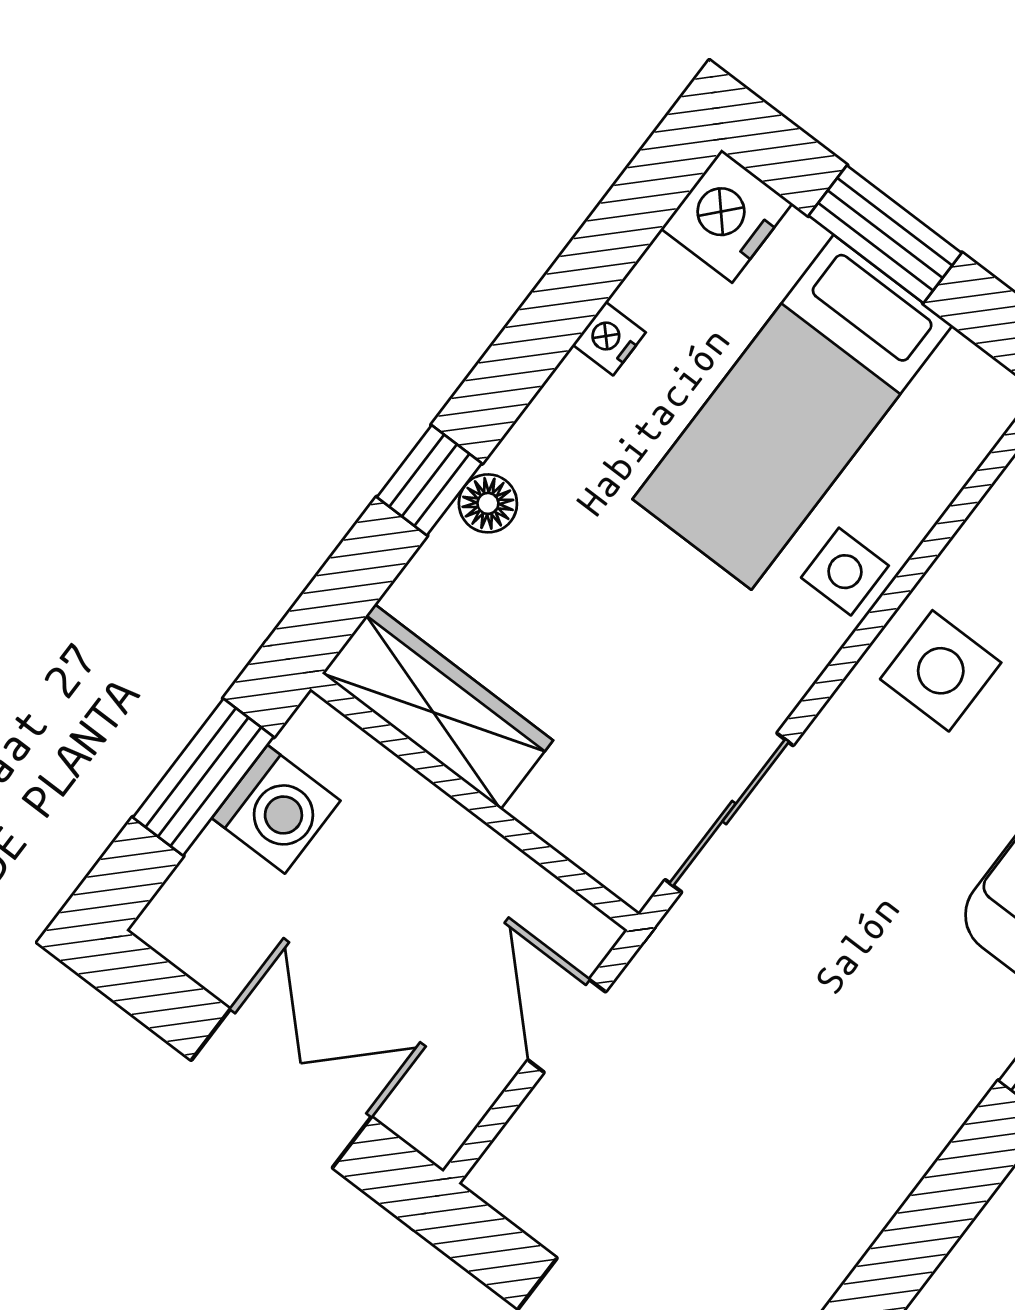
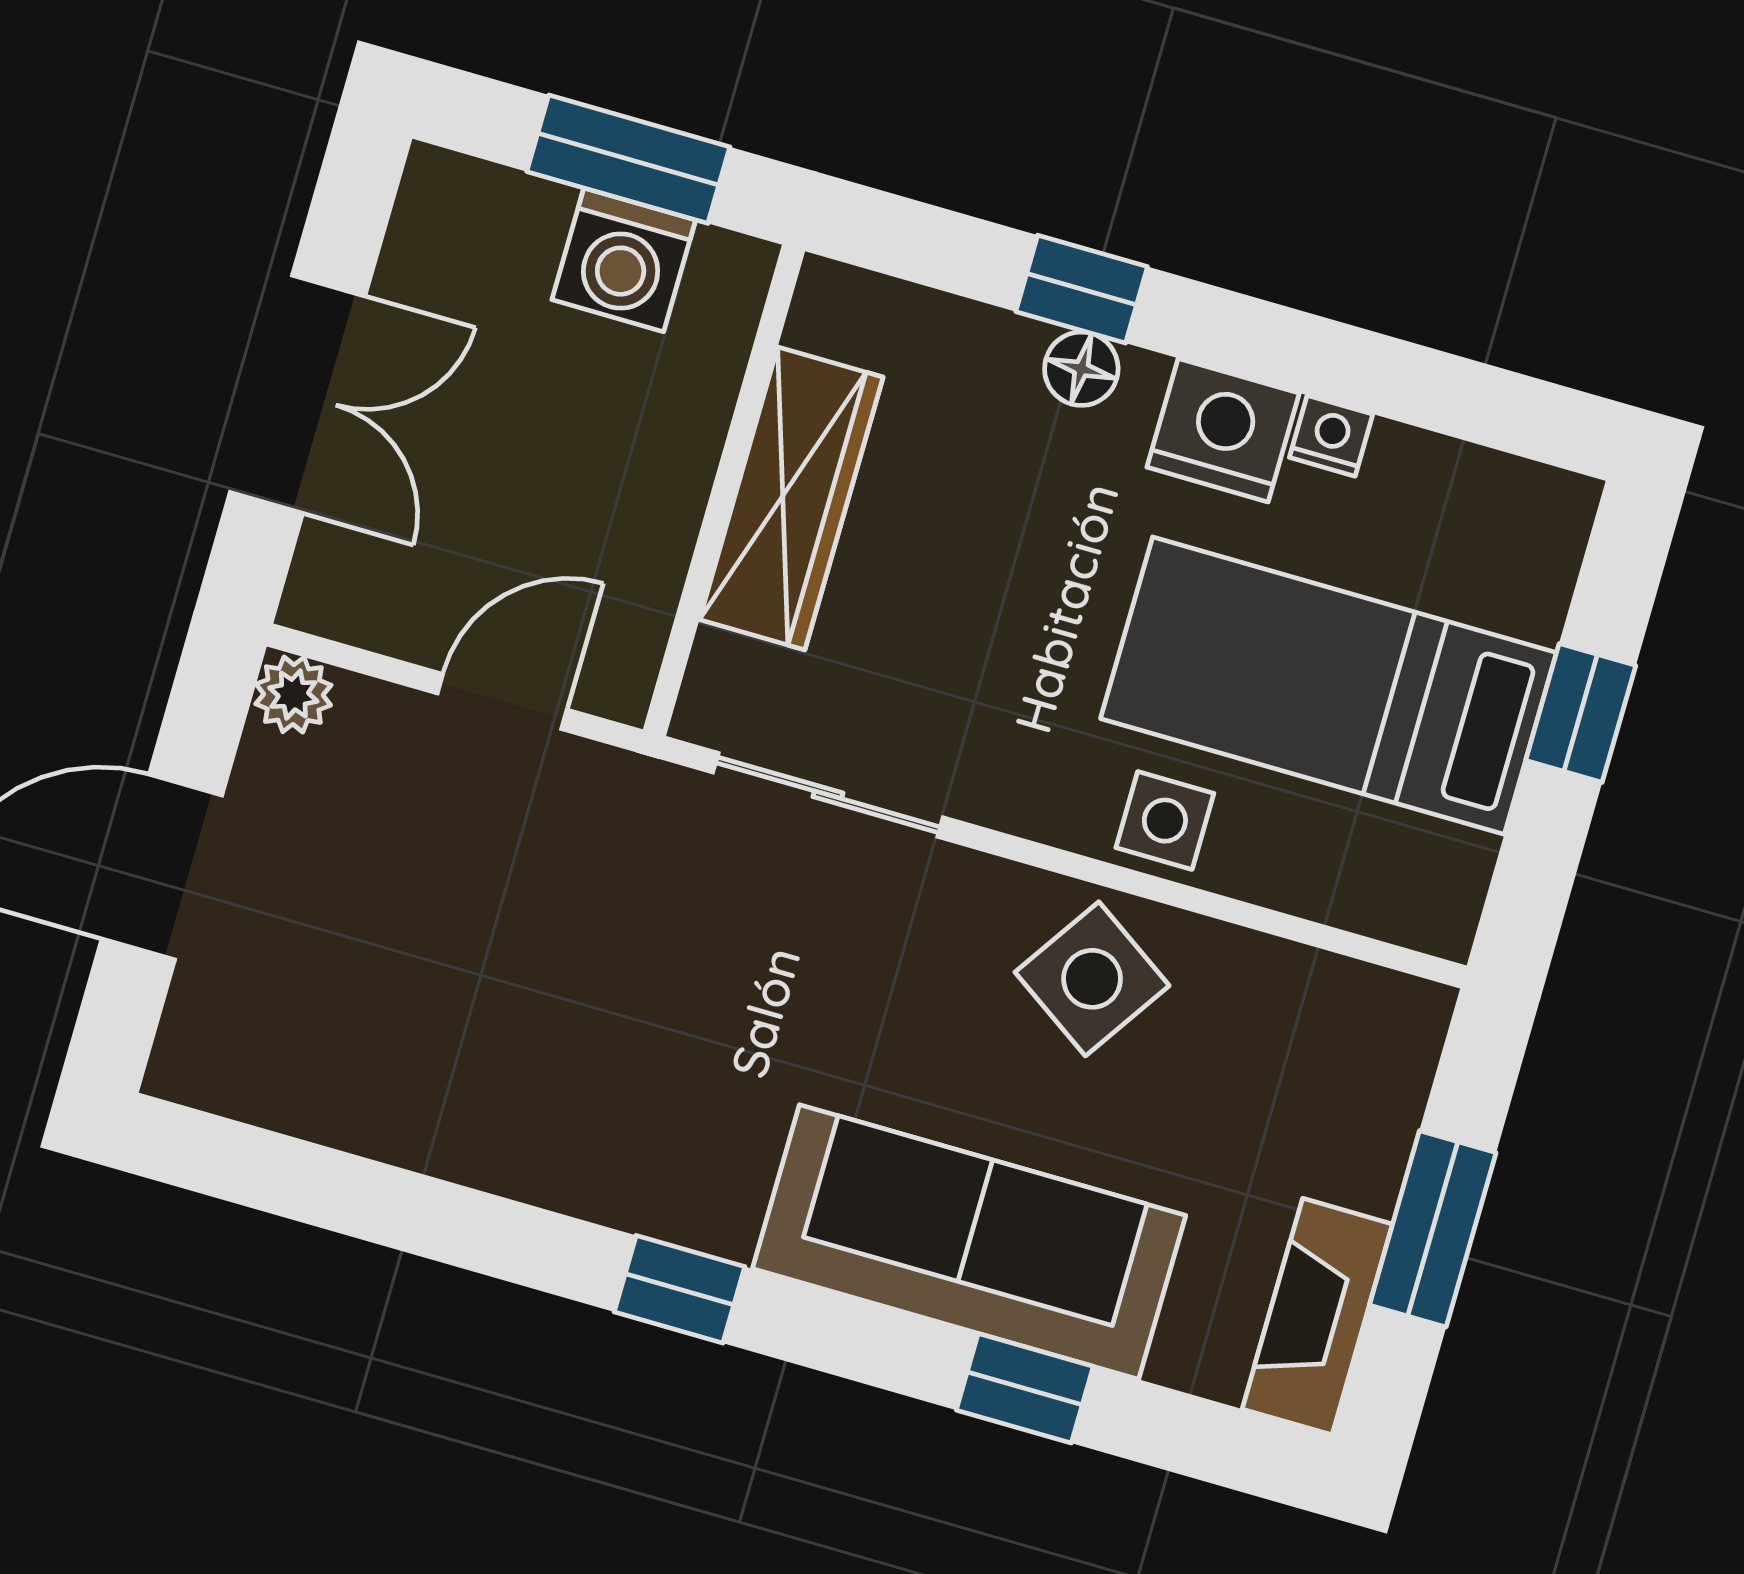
nightstand: (727, 216) -> (1223, 430), moved
window: (885, 234) -> (1581, 713), width x0.67
side table: (941, 671) -> (1092, 979), turned 34
wardrobe: (438, 707) -> (791, 498), moved
plant: (502, 1178) -> (293, 695), added

